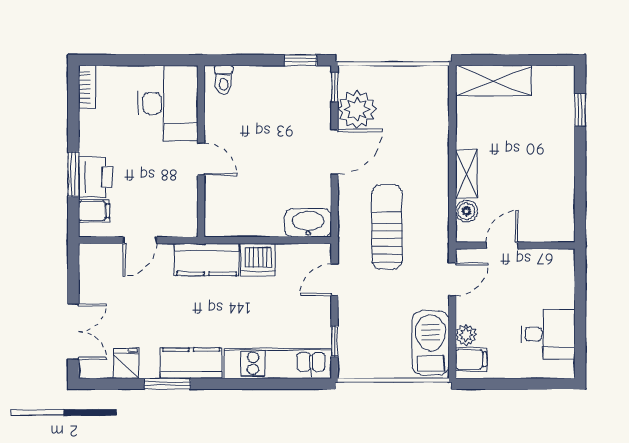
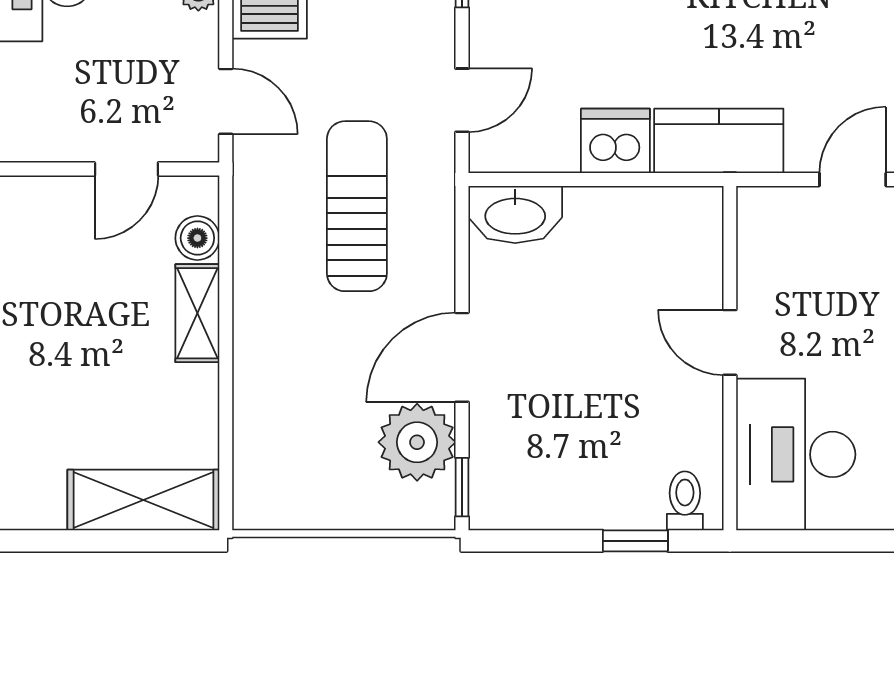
window: (301, 60) -> (635, 541), moved
sun lounger: (387, 227) -> (357, 206), turned 180
door: (452, 279) -> (226, 101), swing flipped

